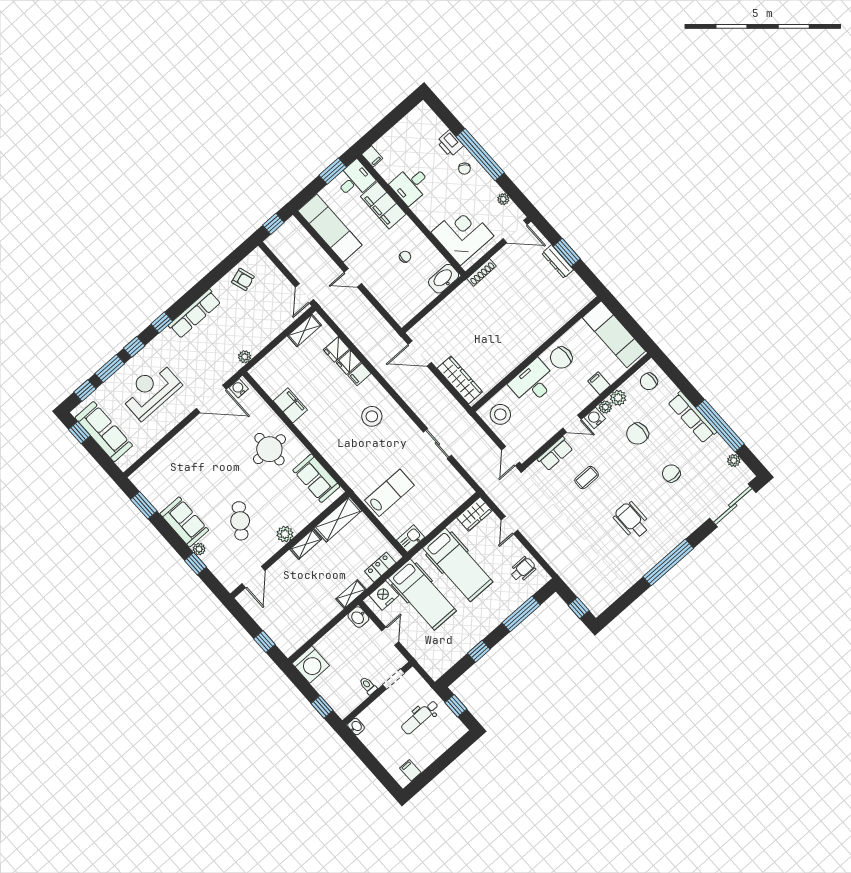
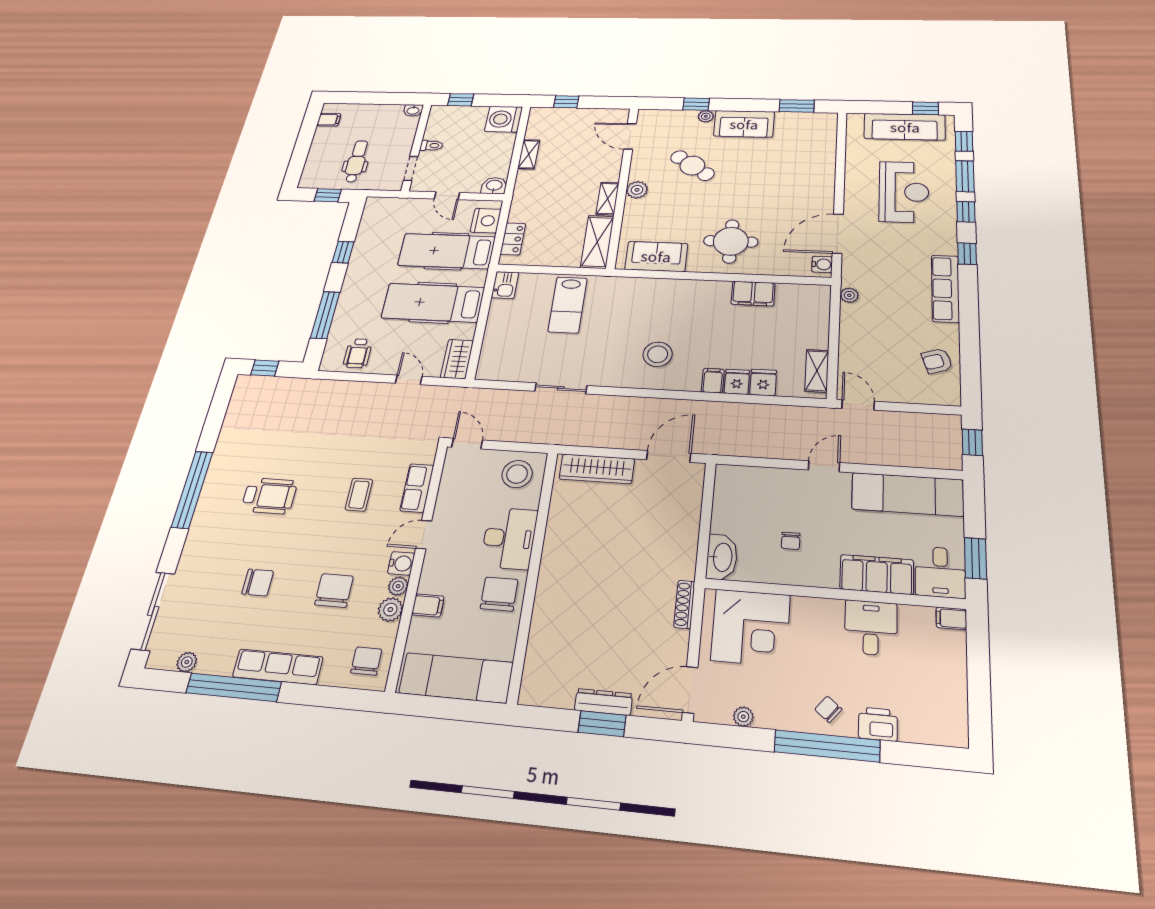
shelving: (351, 594) -> (529, 154), moved

